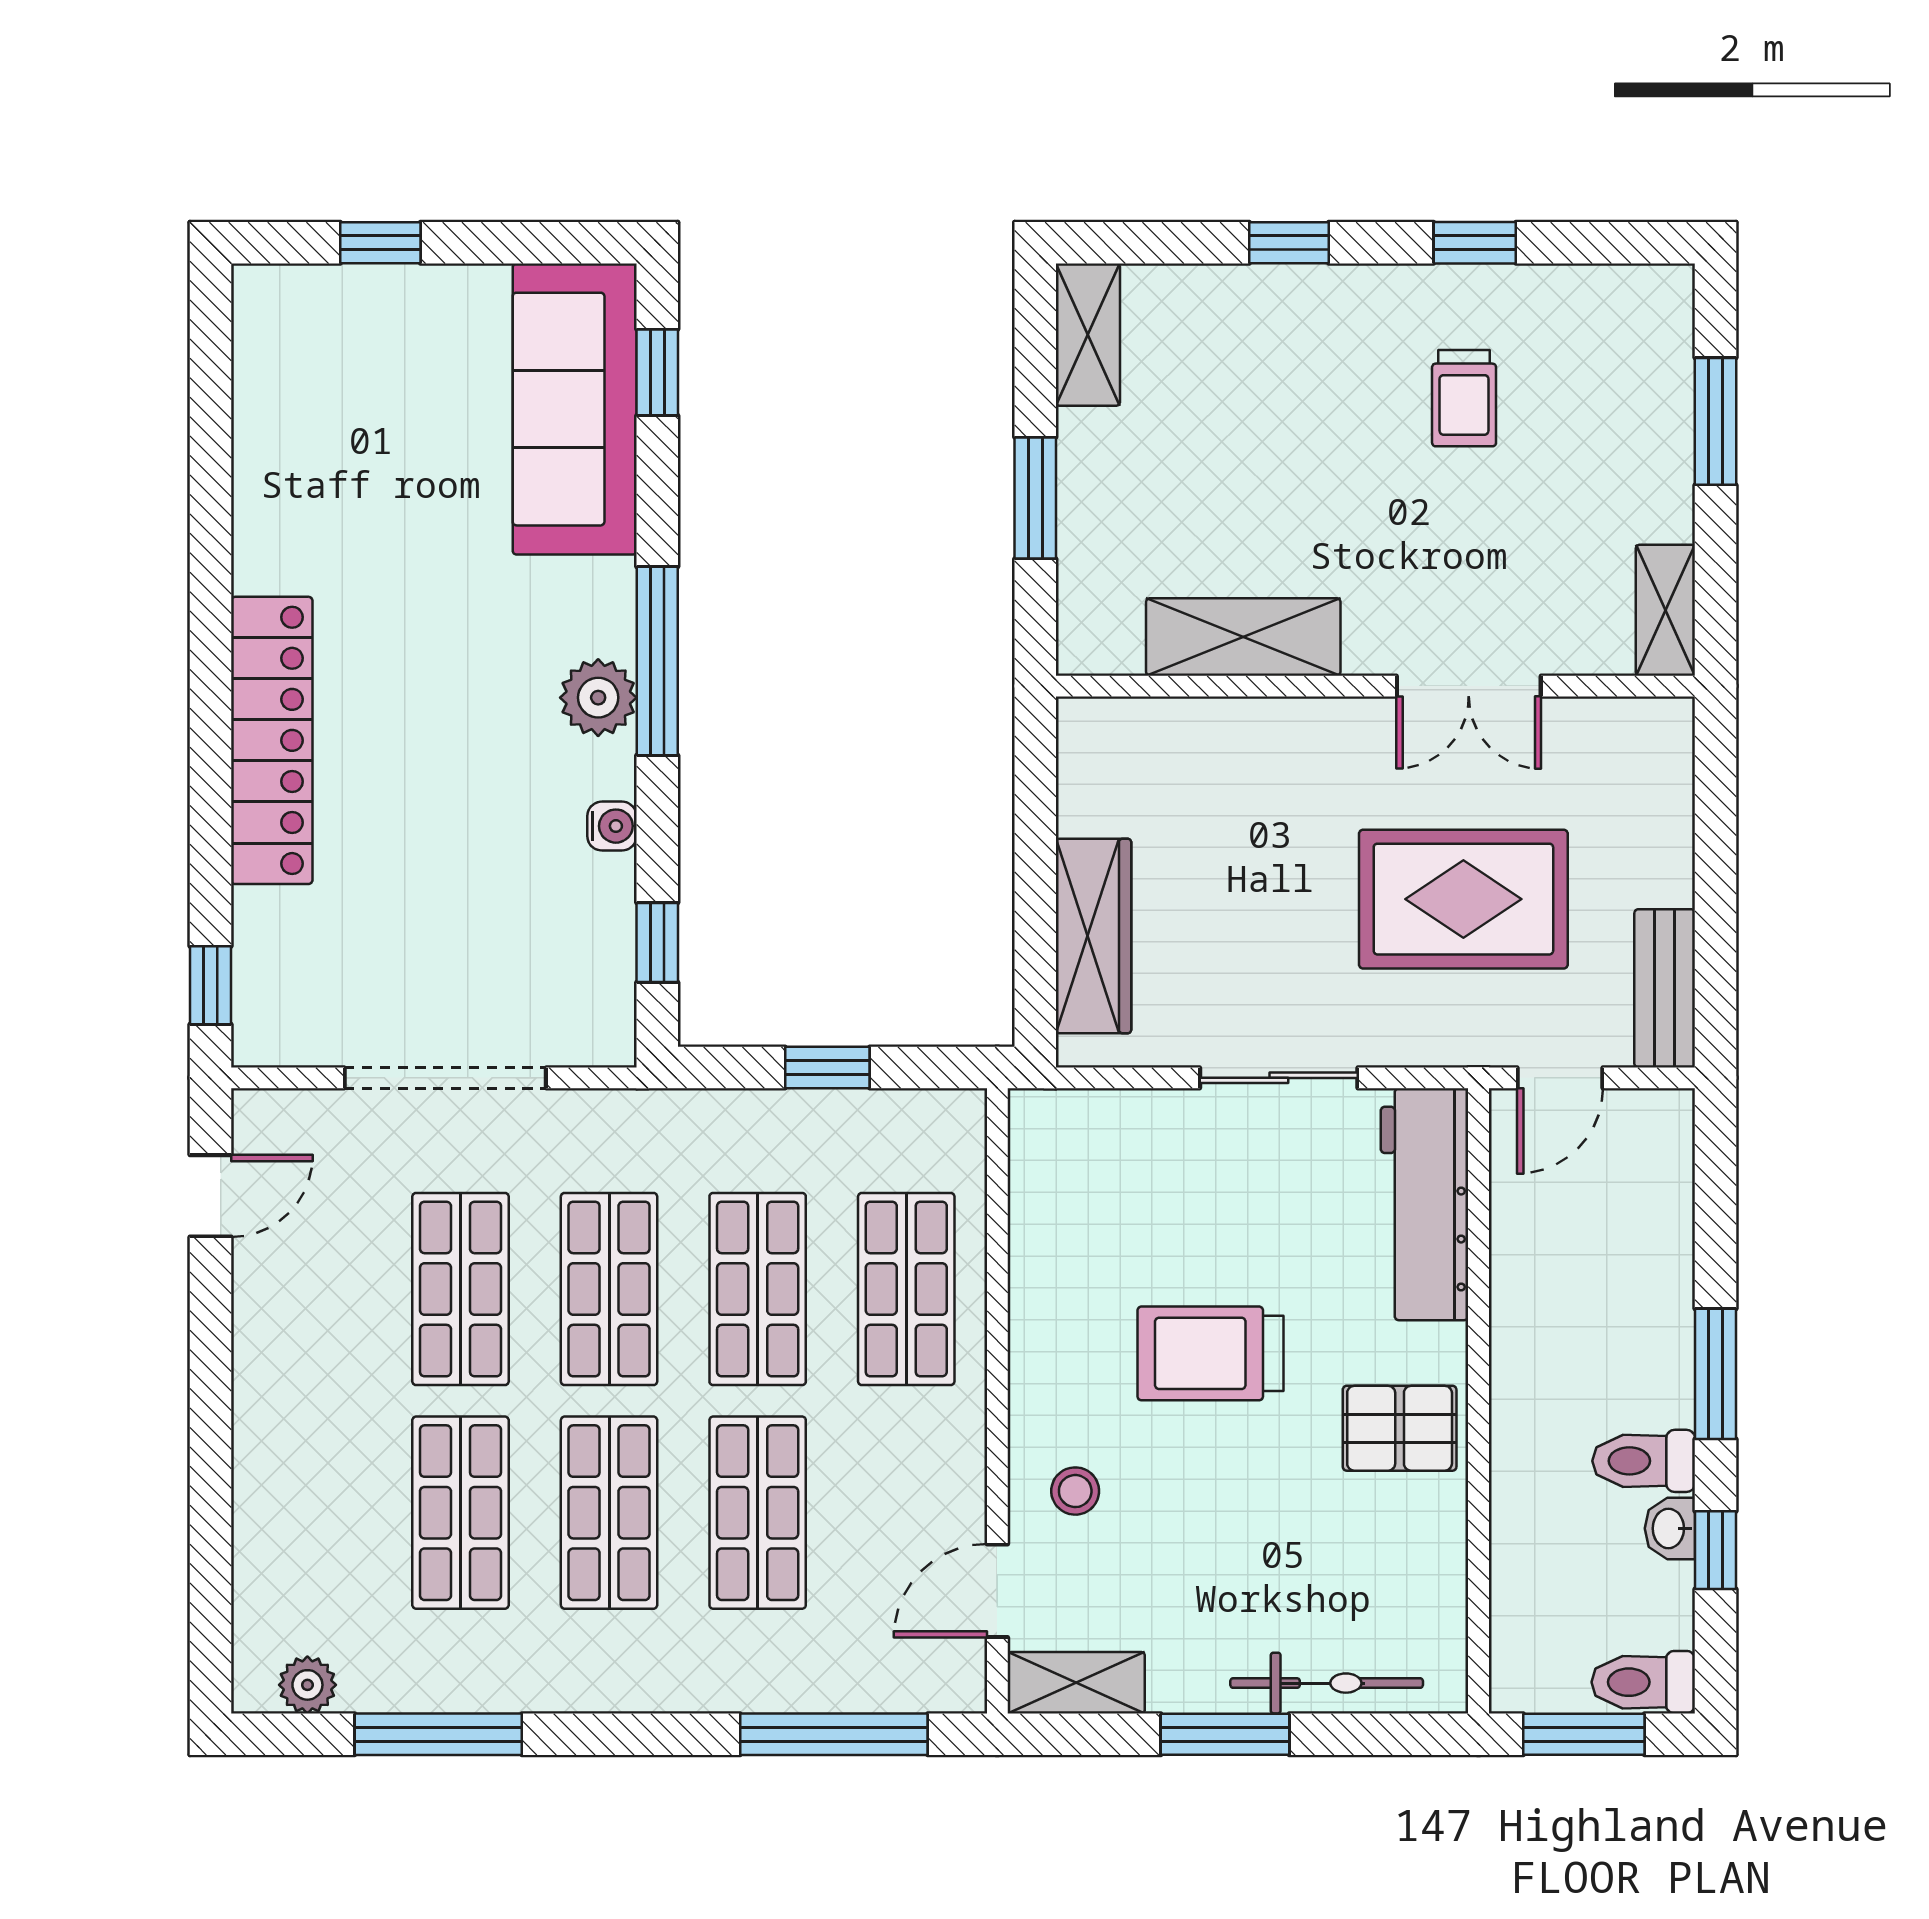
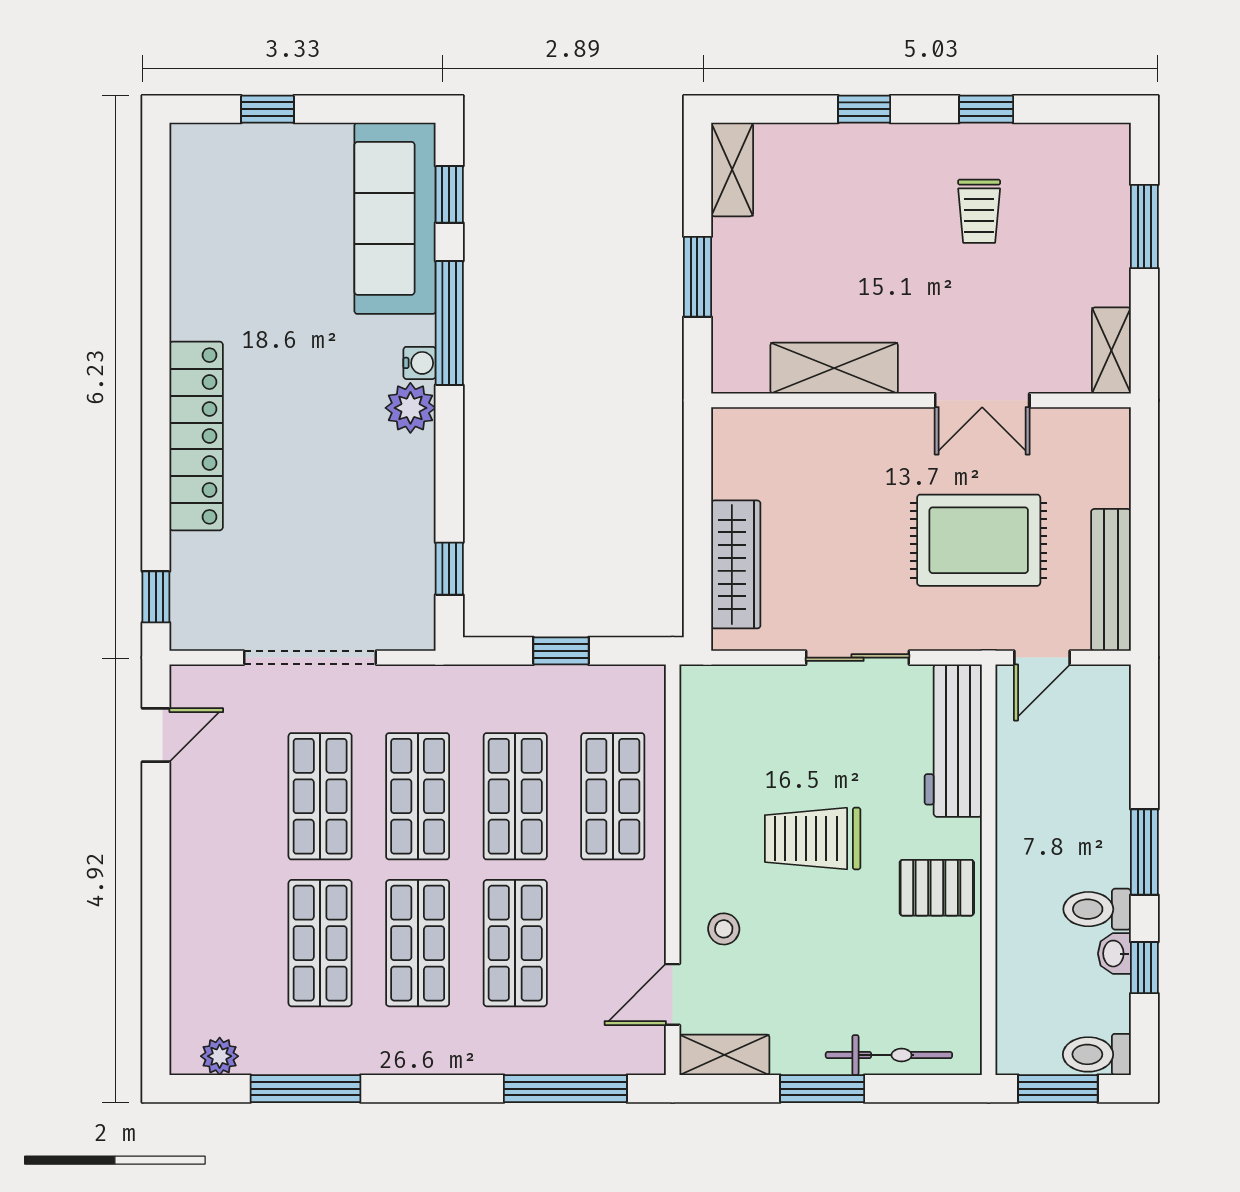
window: (657, 661) -> (449, 323), moved
water cooler: (612, 826) -> (420, 363), moved
bench: (1665, 988) -> (1111, 580), width x1.36

